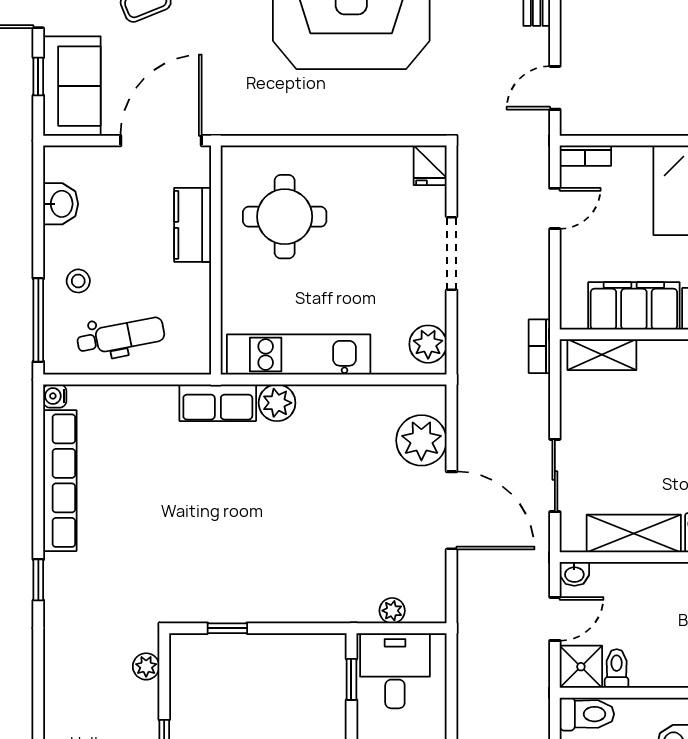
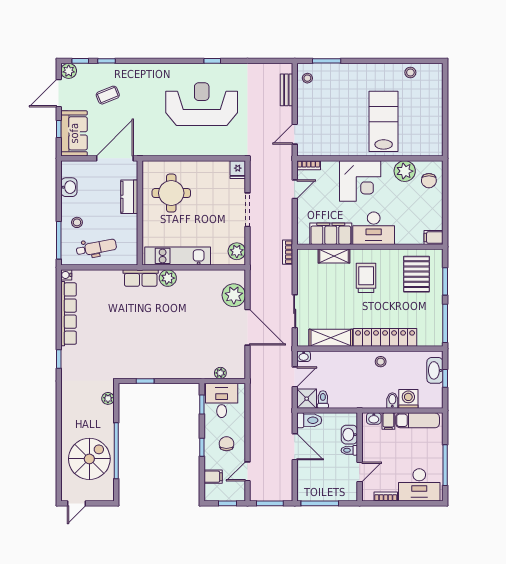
shelving: (602, 355) -> (334, 256), moved

